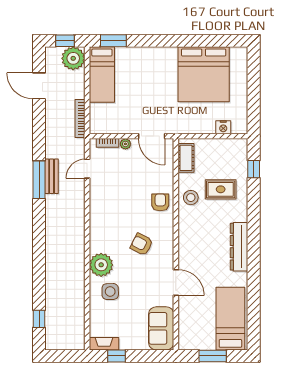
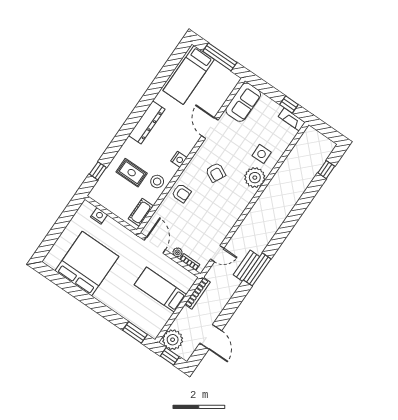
bed: (102, 75) -> (160, 290), moved, turned -90
armchair: (160, 202) -> (181, 193), turned -90
nightstand: (185, 233) -> (179, 159), added
window: (213, 356) -> (220, 57), width x1.44

